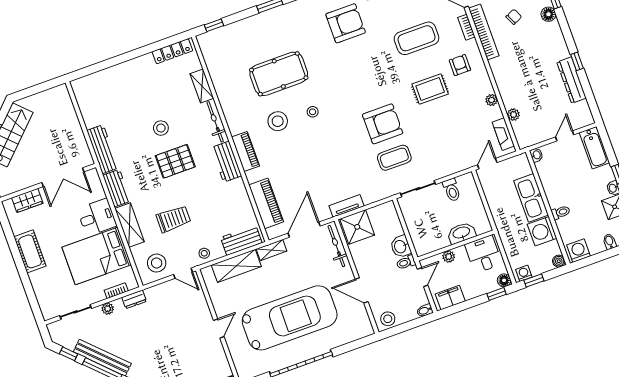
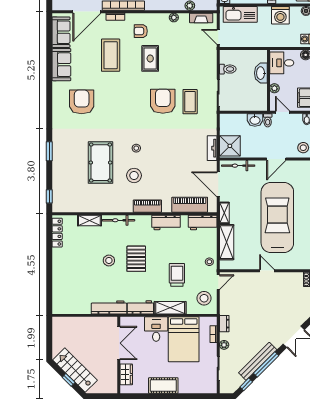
workbench: (226, 162) -> (166, 222), moved
kitchen sink: (531, 198) -> (240, 14), moved
workbench: (241, 240) -> (203, 222), moved, turned -90

